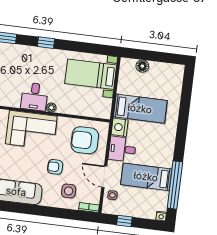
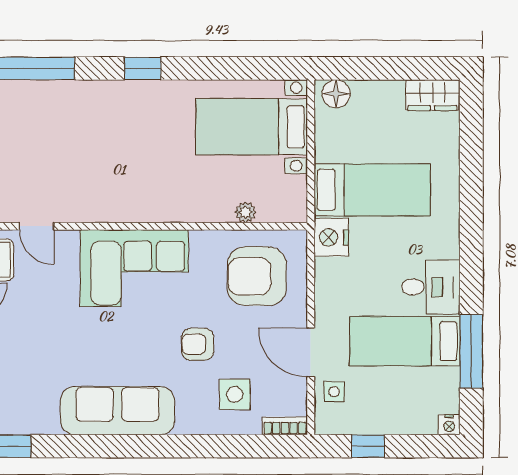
floor lamp: (142, 66) -> (336, 94), moved
wardrobe: (172, 70) -> (432, 95), added
desk: (34, 97) -> (132, 193), removed
plant: (51, 108) -> (246, 212), moved
desk: (122, 149) -> (431, 287), moved, turned 180
window: (175, 185) -> (471, 351), width x0.68

